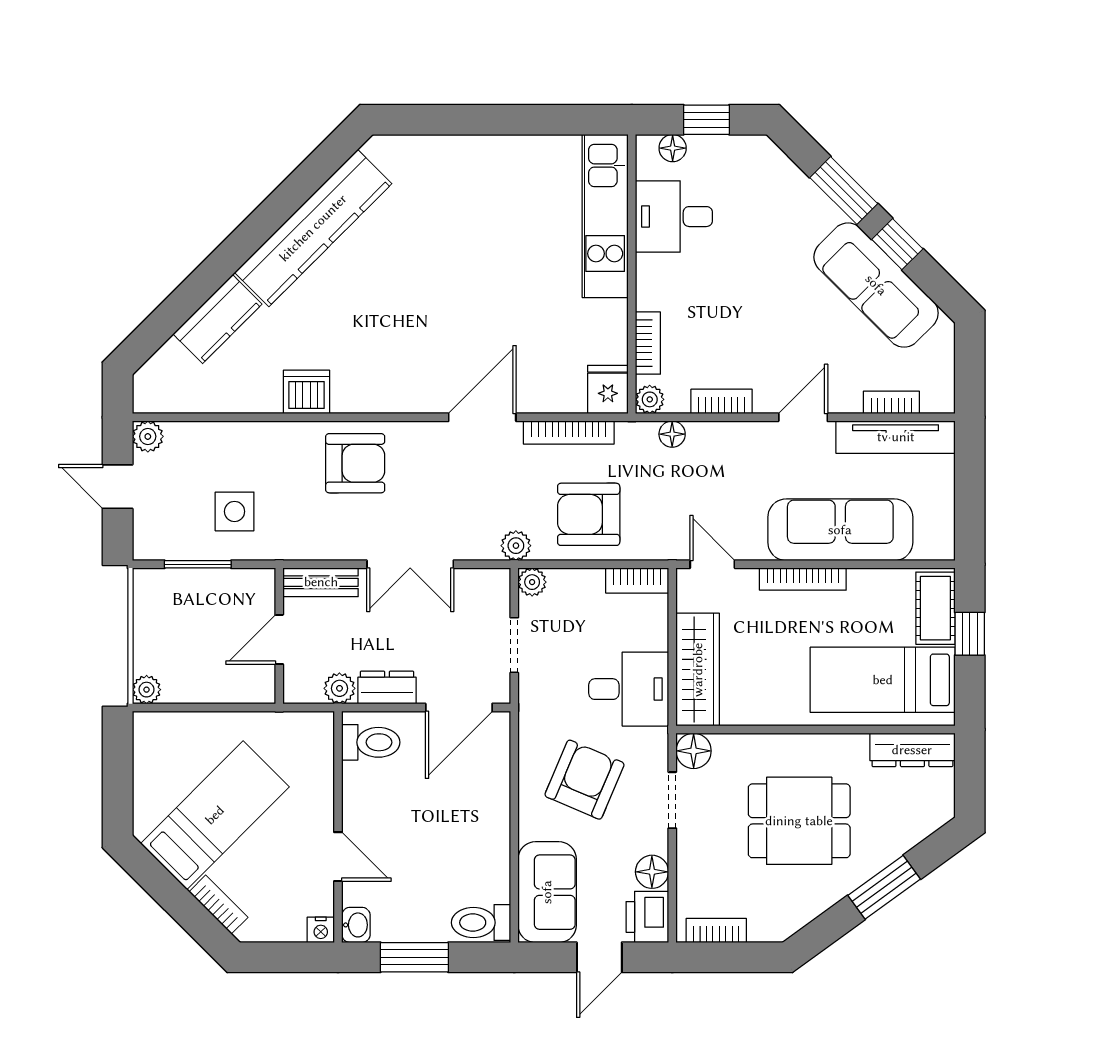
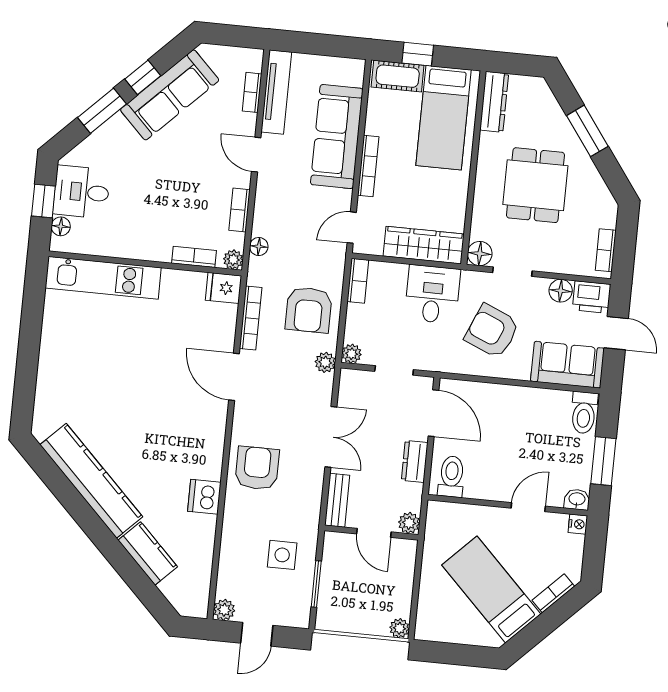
desk: (674, 217) -> (82, 192), moved, turned 90
plant: (339, 688) -> (409, 523), moved

